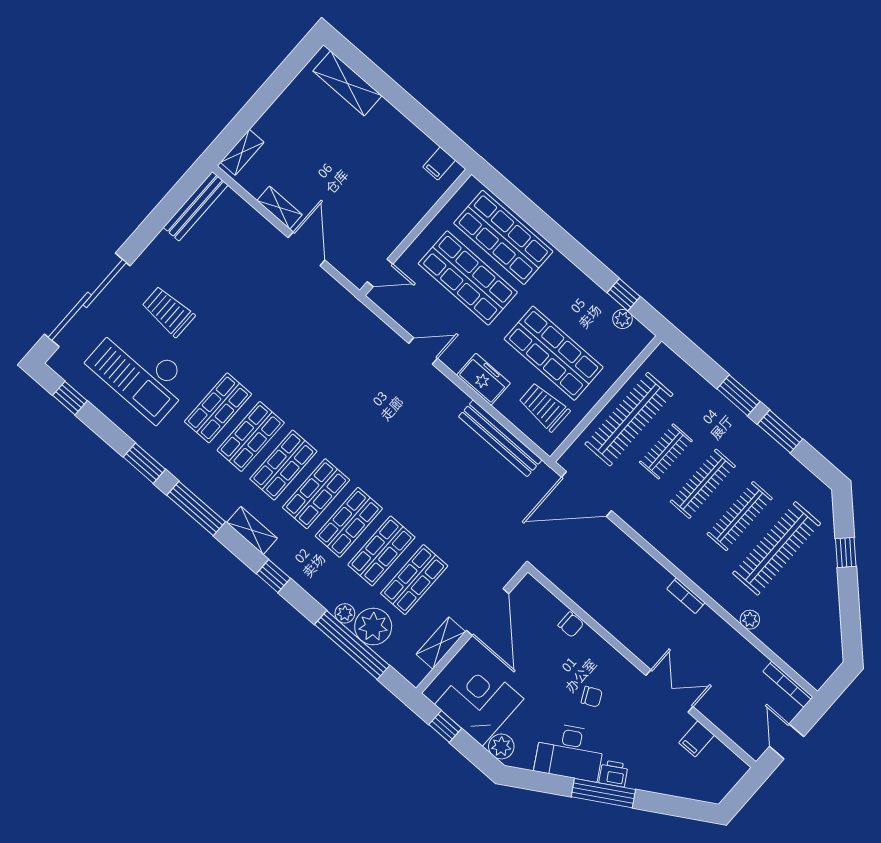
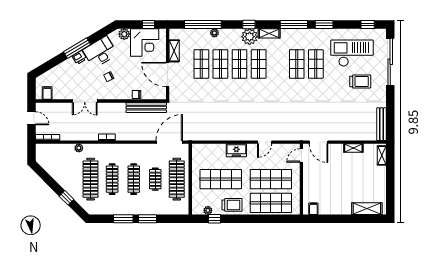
door: (307, 249) -> (319, 142), moved
trolley: (544, 407) -> (232, 205), moved
bench: (500, 438) -> (146, 108), moved
shop shelf: (283, 465) -> (278, 64), removed
plant: (373, 627) -> (250, 37), moved
filing cabinet: (697, 739) -> (47, 93), moved

